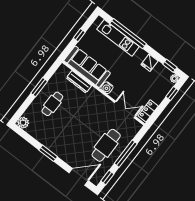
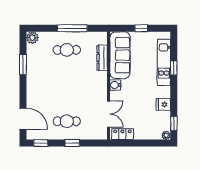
window: (128, 34) -> (174, 68), width x0.32
window: (39, 87) -> (72, 28), width x1.44
window: (172, 93) -> (152, 143), removed
cafe table: (106, 145) -> (67, 121), width x0.73, depth x0.74
window: (48, 153) -> (23, 65), moved
window: (126, 154) -> (72, 143), width x0.46

